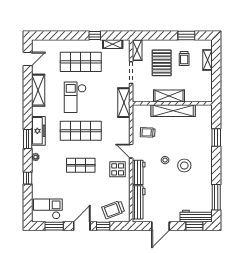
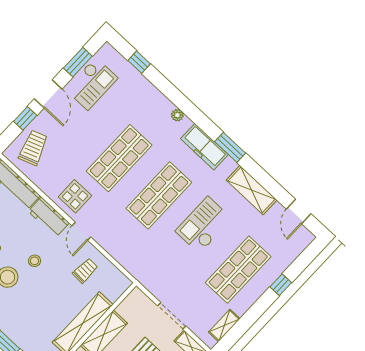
window: (95, 36) -> (281, 285), moved
checkout: (75, 97) -> (204, 225), turned -90
shelving: (124, 103) -> (145, 275), removed
window: (28, 139) -> (230, 147), moved
door: (131, 151) -> (81, 231), swing flipped
shop shelf: (81, 165) -> (119, 158), width x1.43, depth x1.36
window: (28, 178) -> (139, 62), moved
checkout: (48, 209) -> (92, 84), moved

